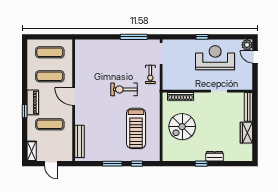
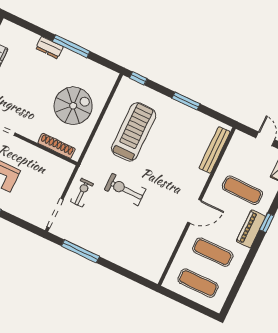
exercise bike: (124, 89) -> (125, 189), turned 180
door: (74, 96) -> (194, 211), hinge flipped
window: (137, 164) -> (138, 78), moved
window: (201, 164) -> (71, 46), width x2.17

